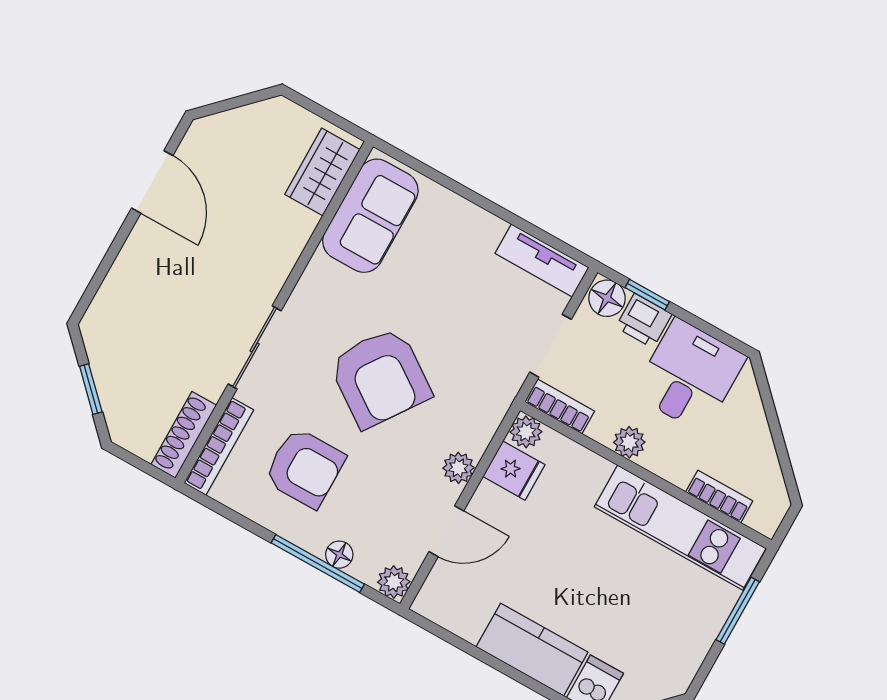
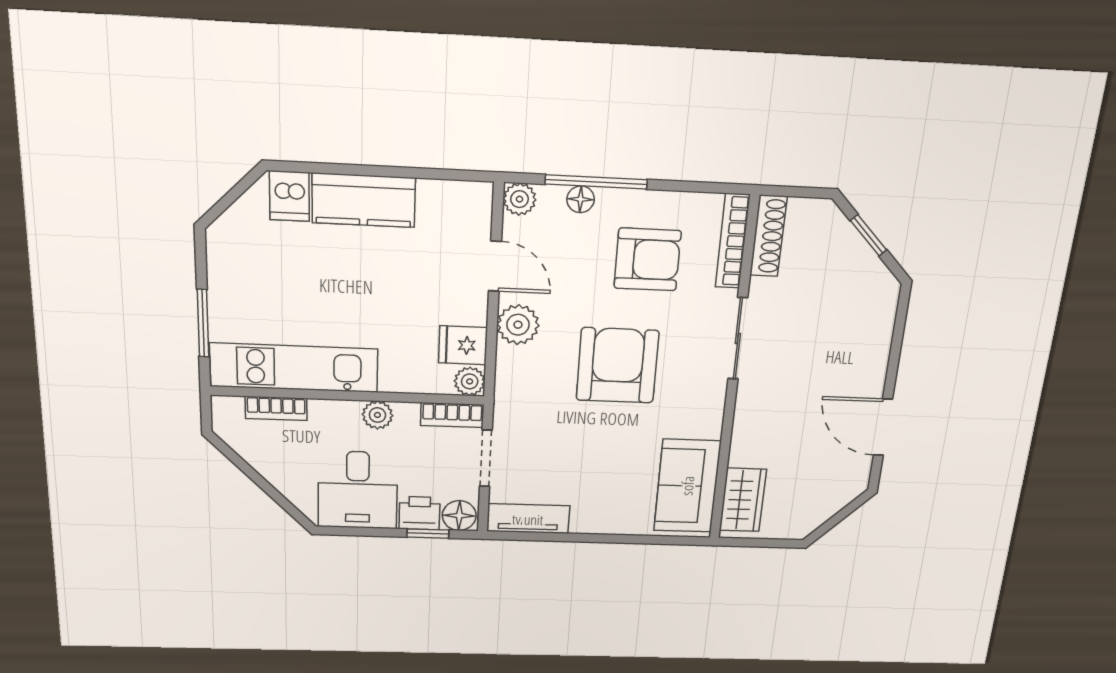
armchair: (380, 378) -> (617, 365), turned 55
armchair: (305, 468) -> (648, 259), turned 180
plant: (458, 468) -> (518, 325), width x1.38, depth x1.38
door: (446, 531) -> (495, 266), swing flipped

